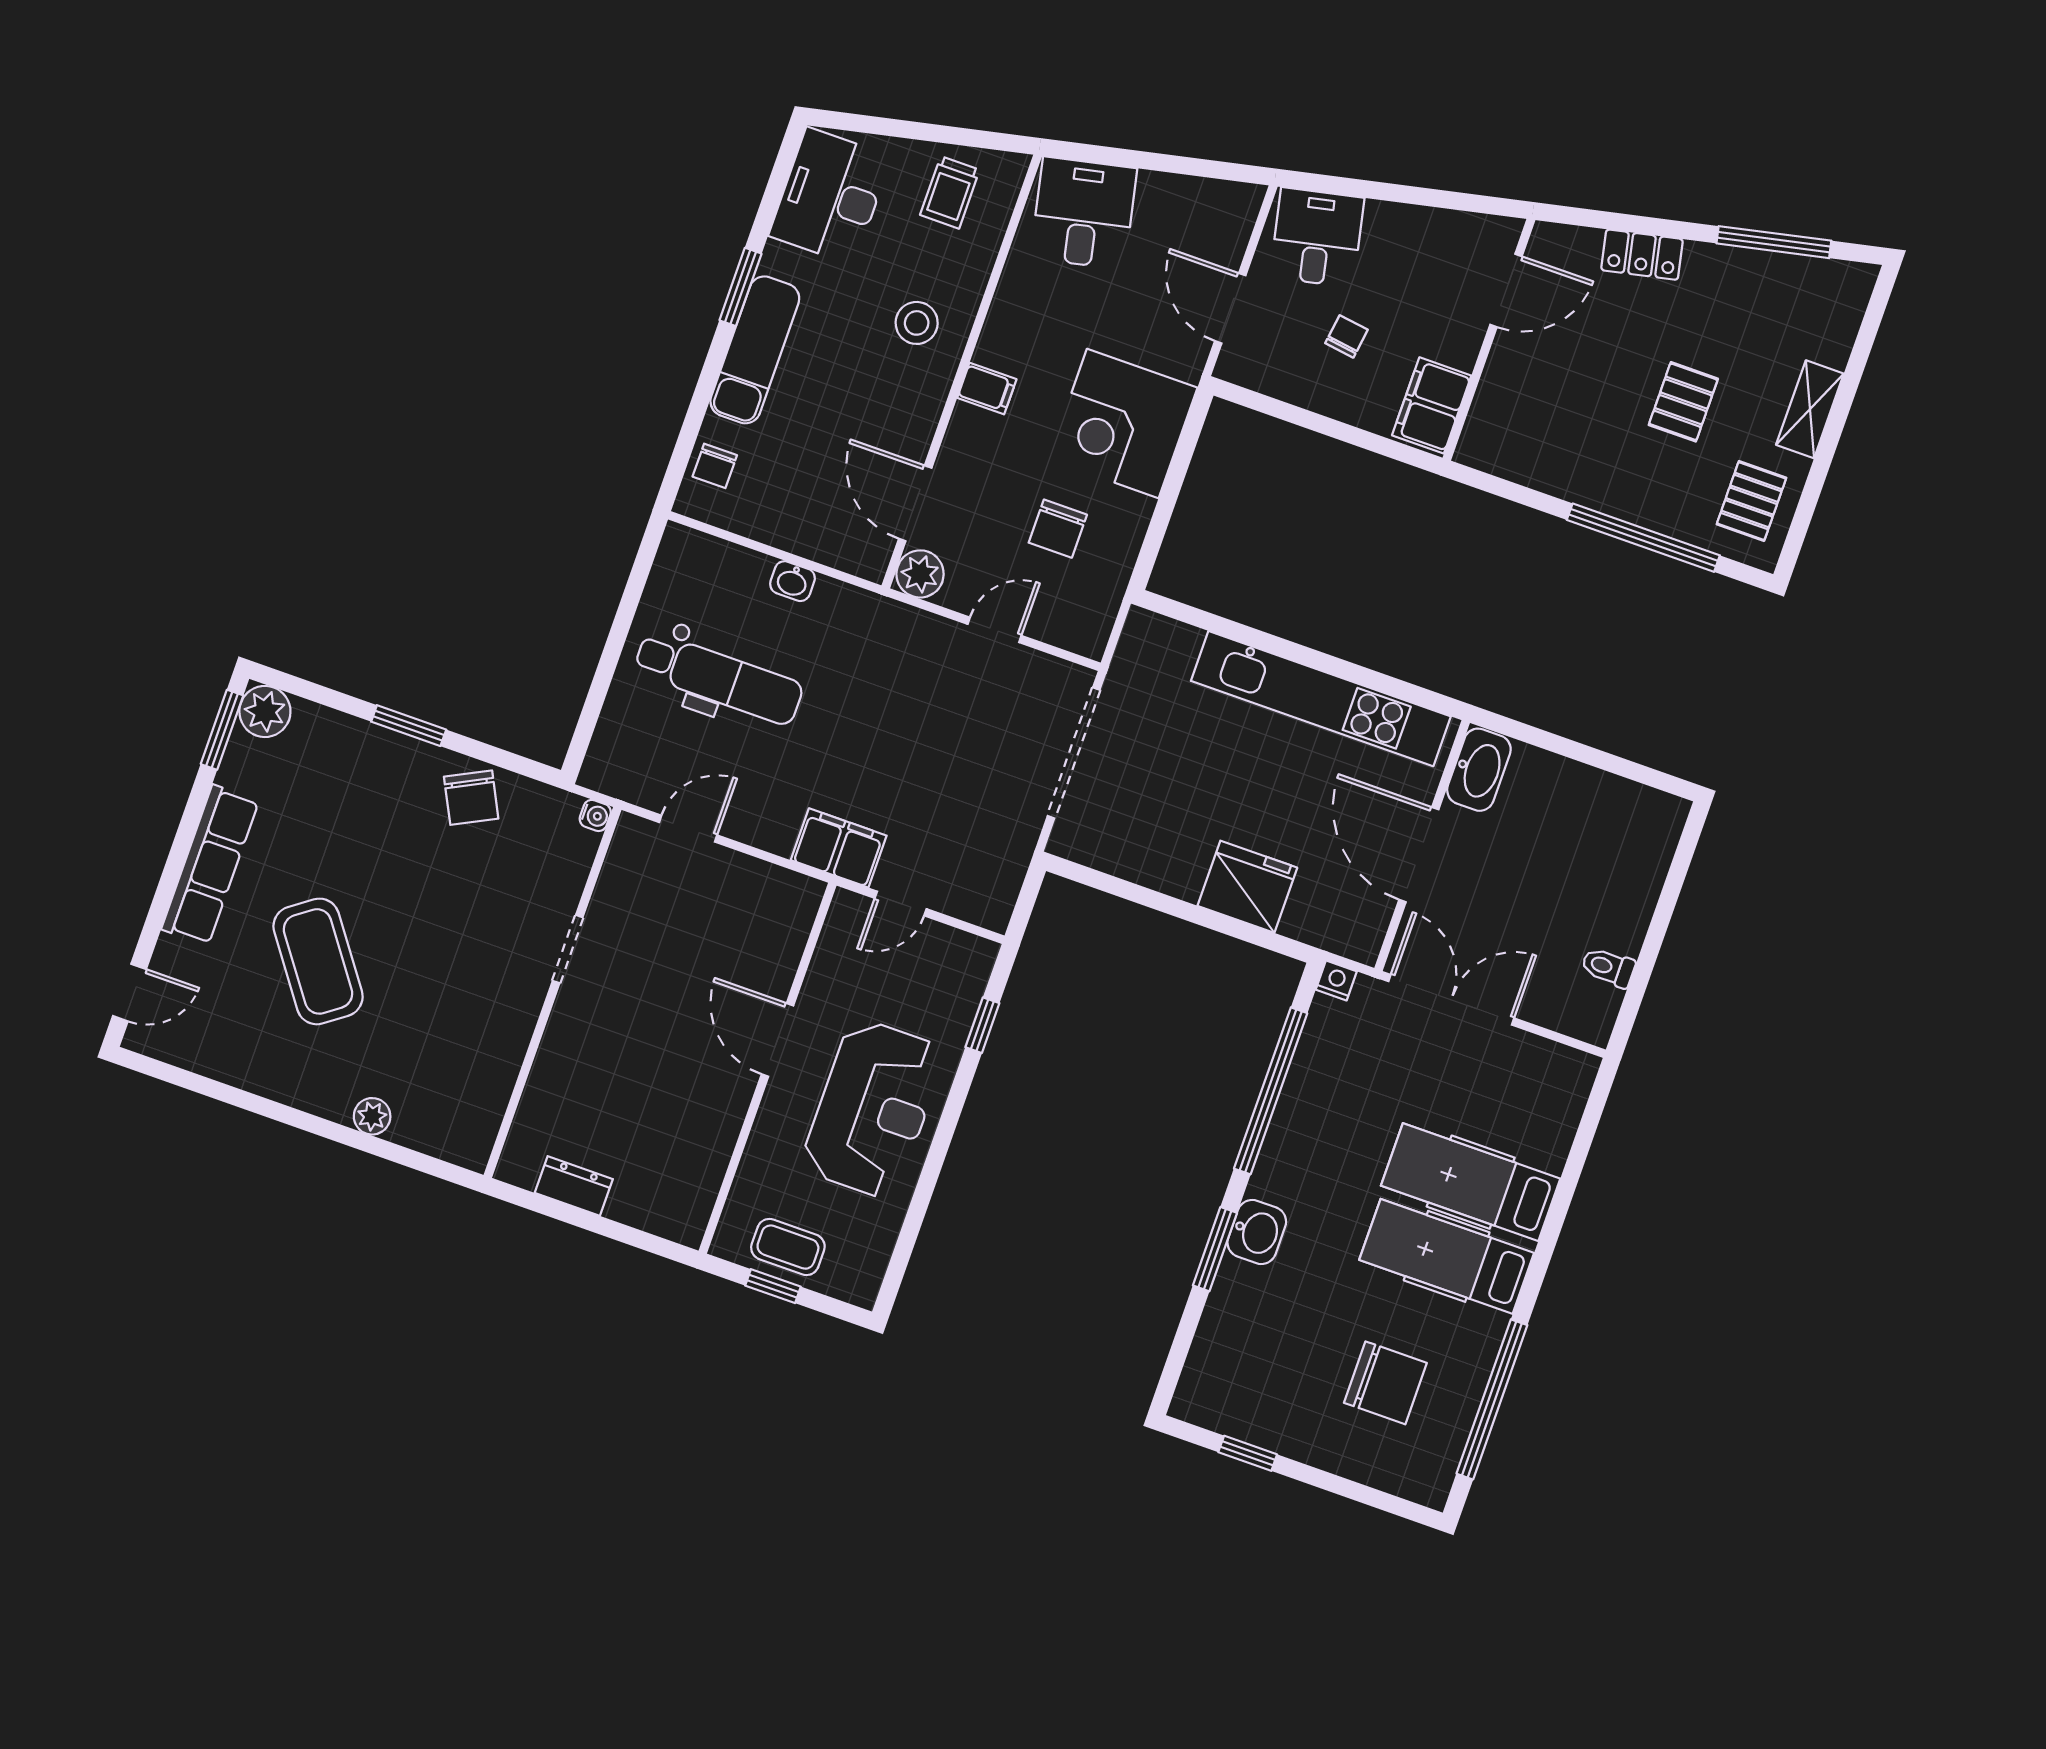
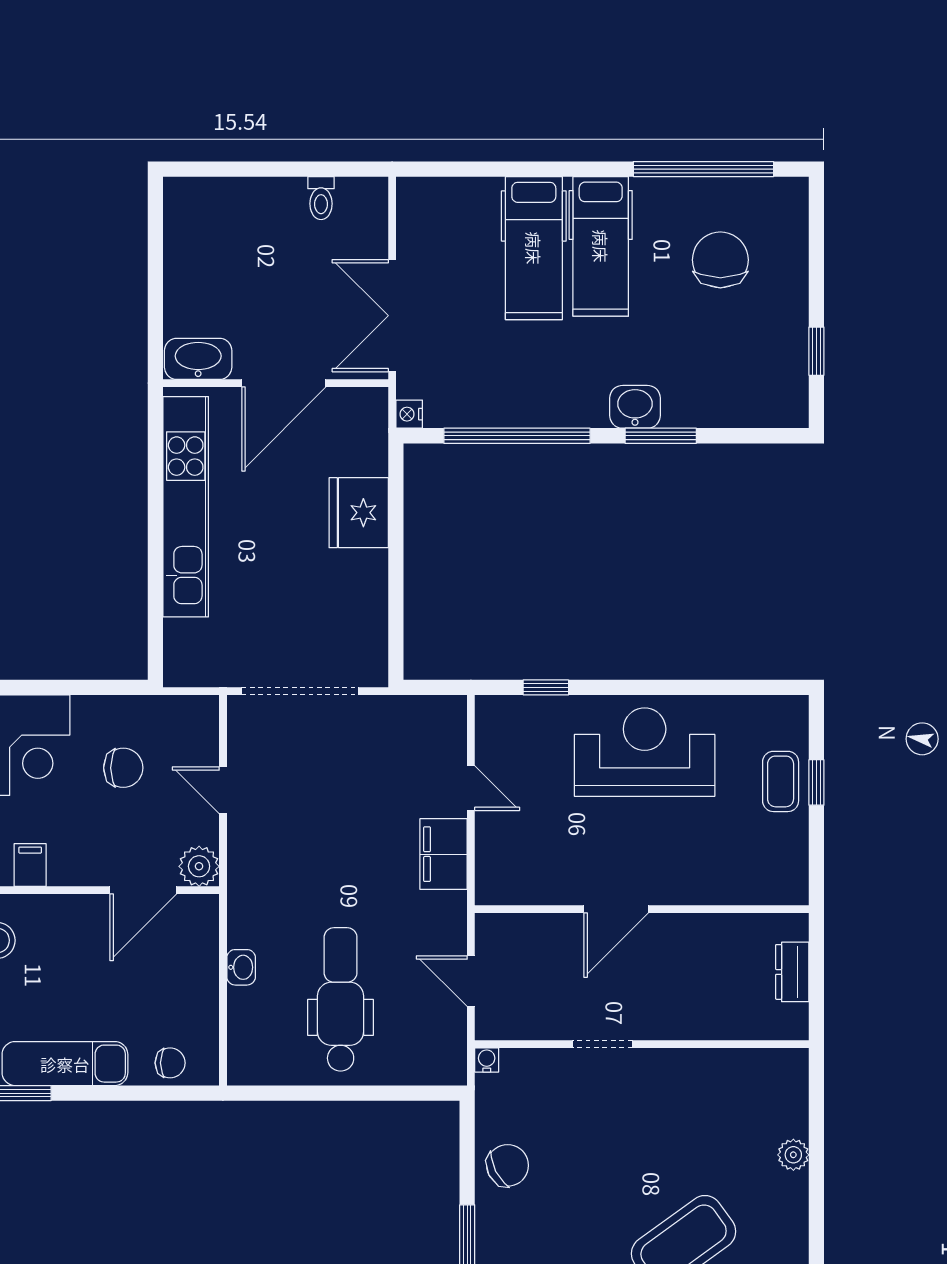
door: (777, 1040) -> (616, 909), moved
wall: (767, 1068) -> (642, 909), moved

